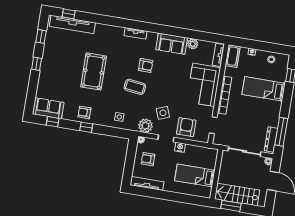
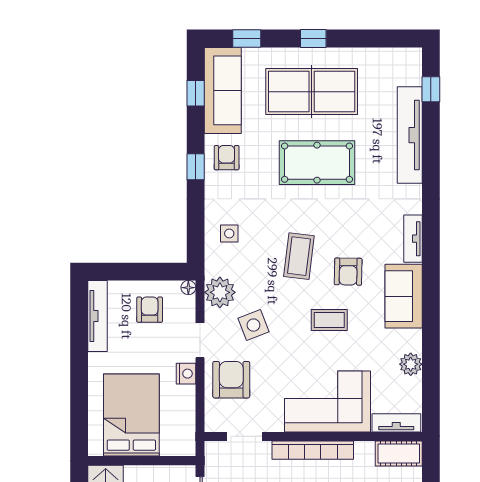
tv unit: (72, 24) -> (410, 135), moved
window: (41, 36) -> (247, 39), moved
sofa: (172, 44) -> (404, 296), moved
table tennis table: (61, 69) -> (312, 92), added
coffee table: (166, 78) -> (329, 320), added
sofa: (48, 108) -> (223, 90), width x1.36
armchair: (186, 127) -> (231, 380), turned -90
bed: (195, 175) -> (131, 415), width x1.50

